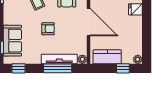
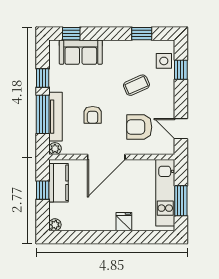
armchair: (48, 29) -> (93, 115), moved
window: (18, 68) -> (43, 78), moved
window: (123, 68) -> (43, 190), moved

